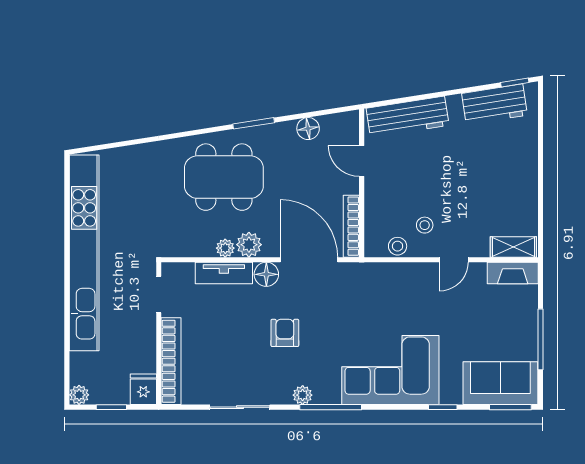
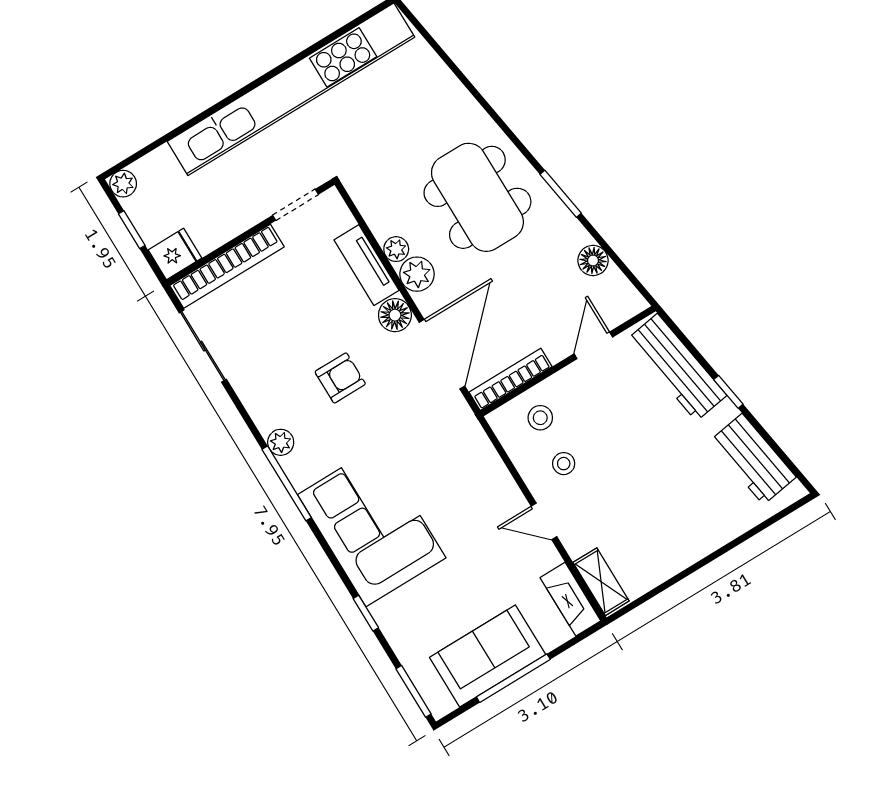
window: (515, 82) -> (728, 392), moved
stool: (398, 246) -> (540, 418), moved
sofa: (500, 383) -> (488, 656), moved, turned -90
sliding door: (240, 407) -> (203, 346), moved

